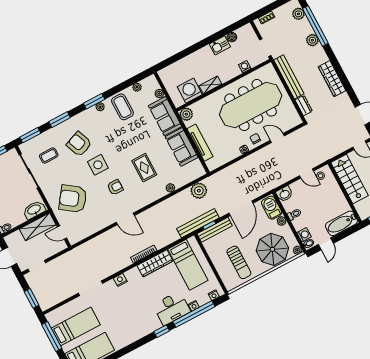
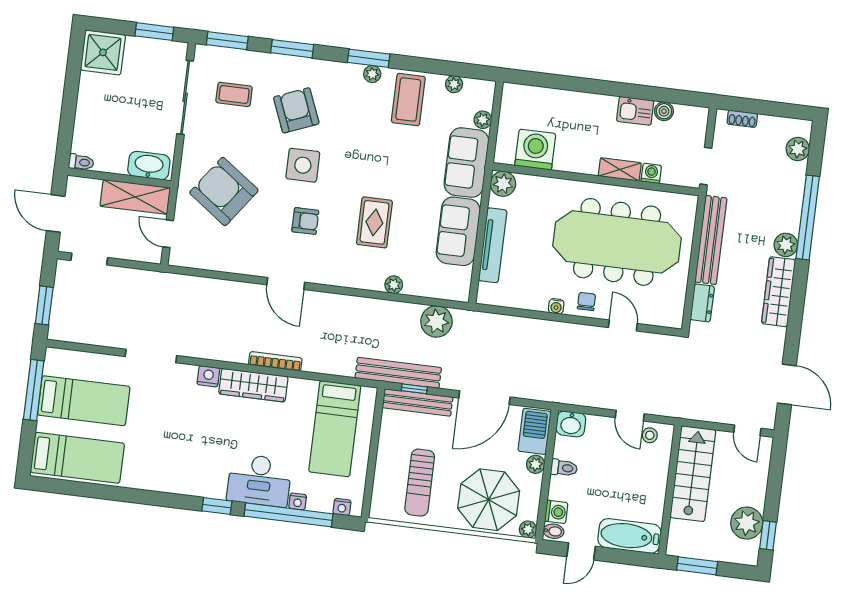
window: (315, 26) -> (808, 218), moved
plant: (312, 40) -> (786, 245), moved
shelving: (210, 85) -> (620, 169), moved
wardrobe: (155, 263) -> (253, 385), moved

